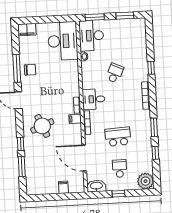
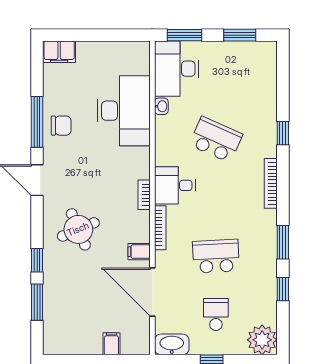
desk: (63, 41) -> (124, 111), moved
school desk: (115, 73) -> (216, 140), width x1.85
filing cabinet: (75, 119) -> (139, 252), moved

